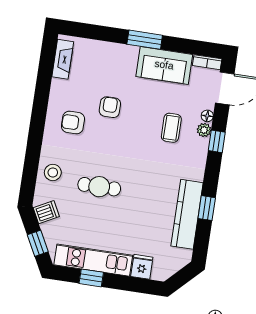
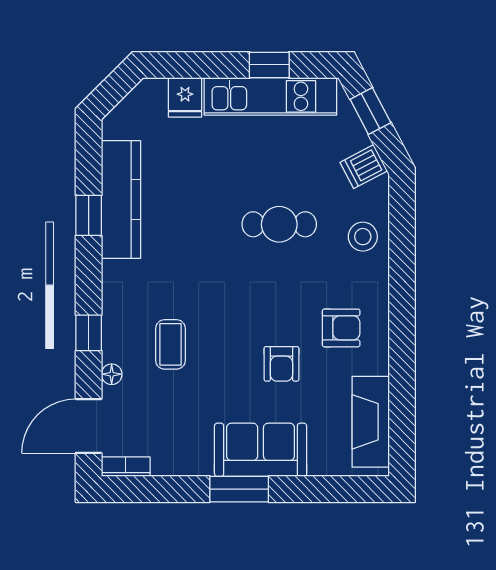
fireplace: (63, 59) -> (371, 422), width x1.37, depth x1.32
sofa: (164, 65) -> (261, 450), moved
plant: (204, 130) -> (114, 349), removed

